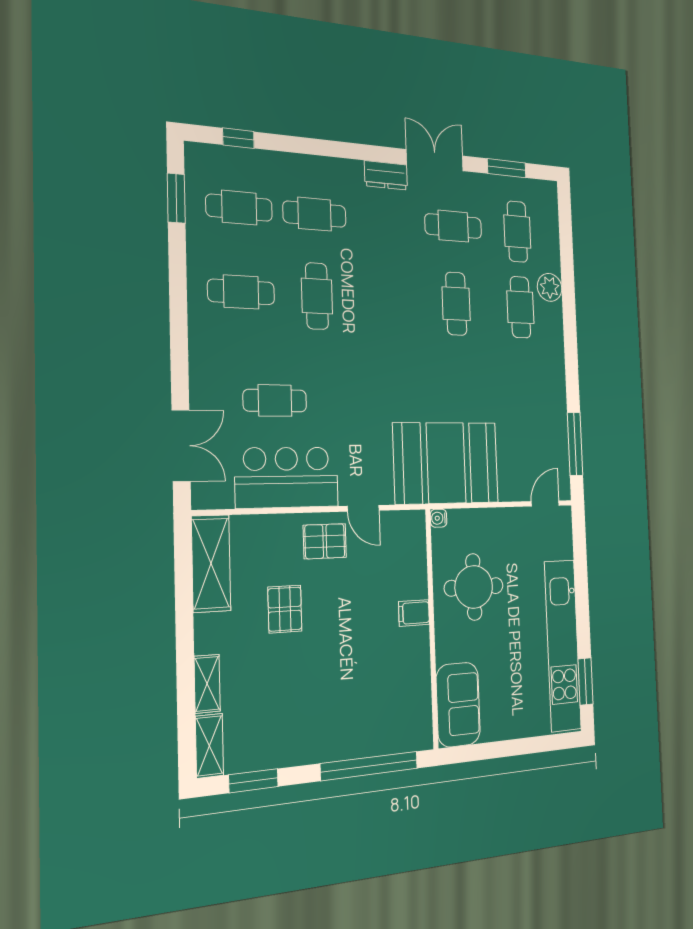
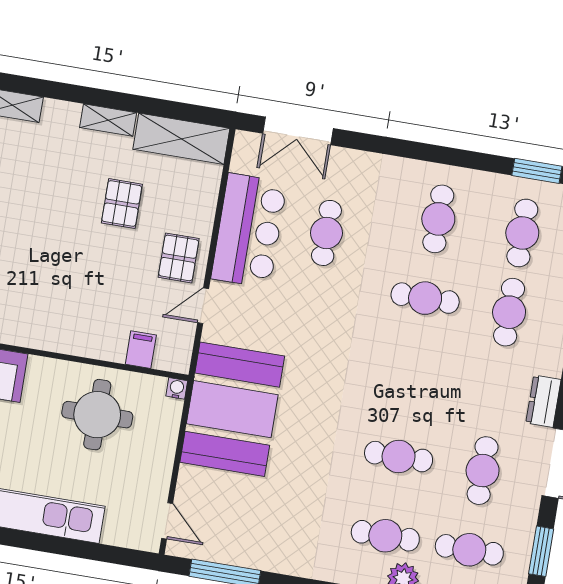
pallet: (285, 609) -> (122, 204), turned 90
filing cabinet: (414, 613) -> (141, 350), moved
shelving: (207, 684) -> (108, 120), moved

